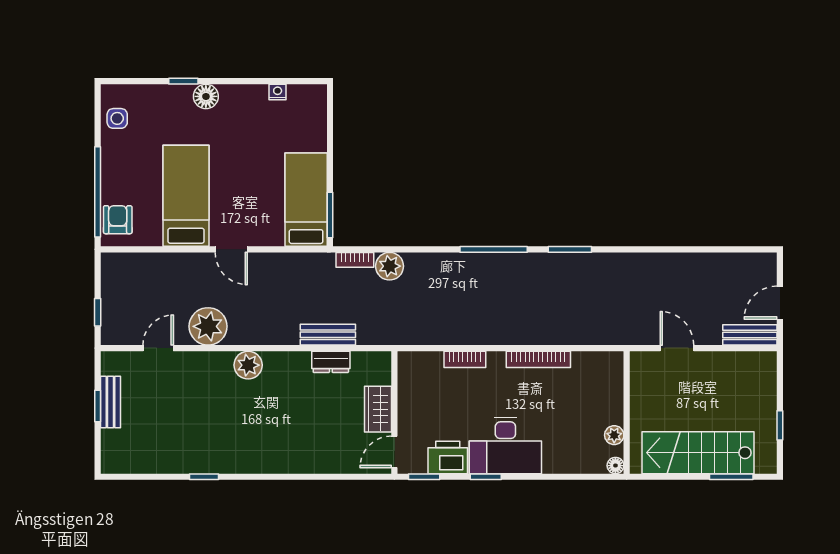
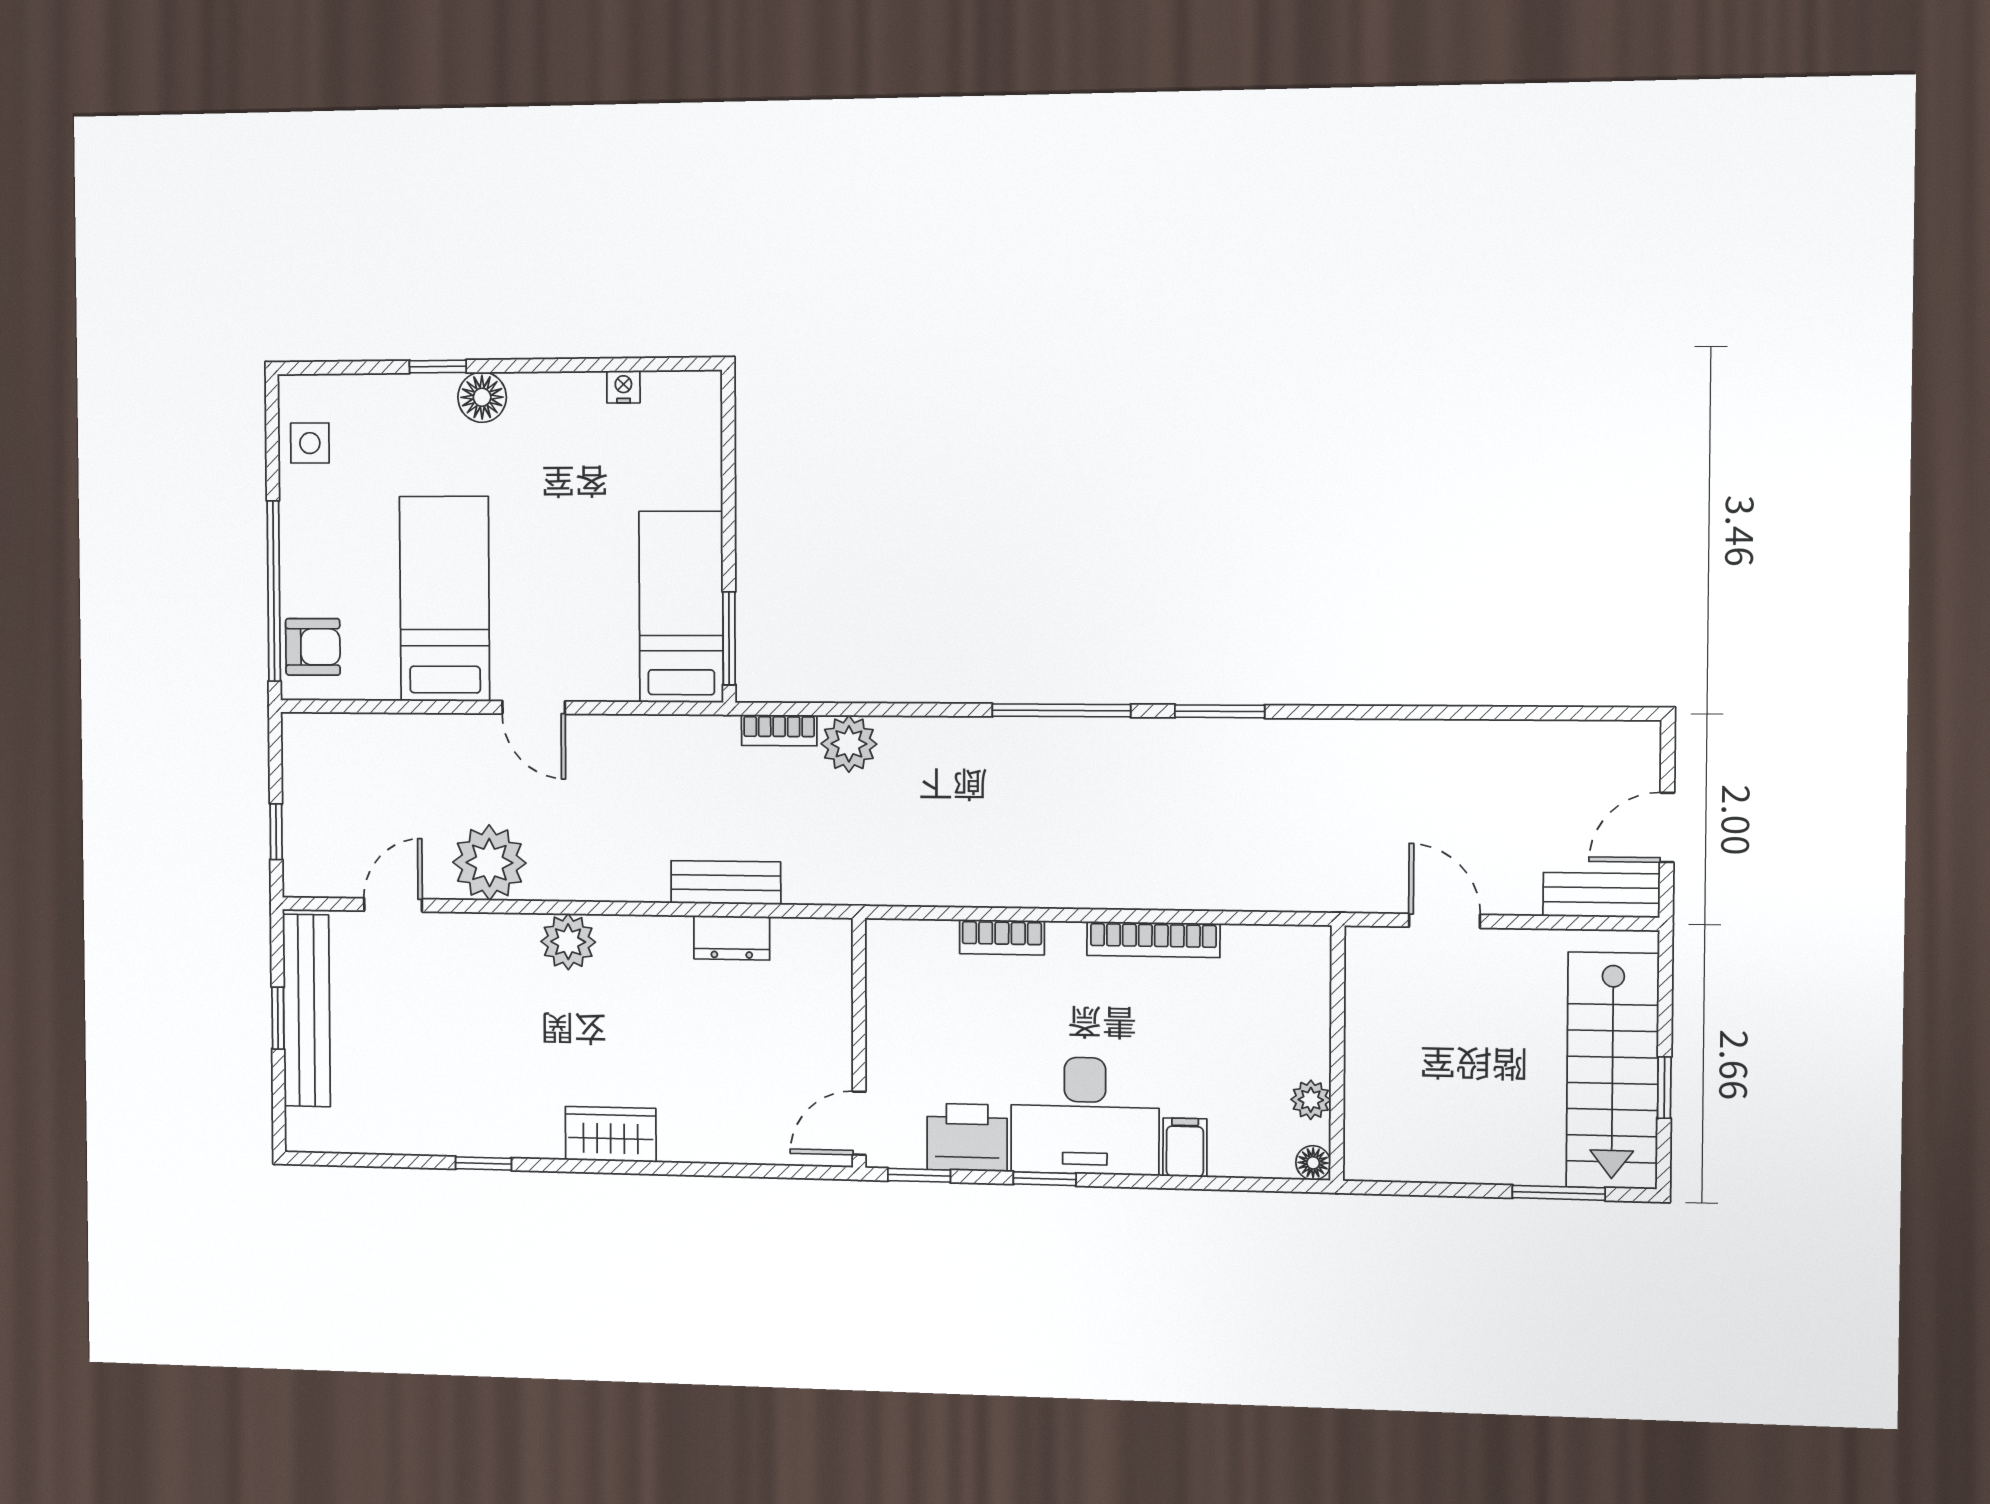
armchair: (118, 220) -> (313, 647), turned 90
bench: (111, 402) -> (306, 1011), width x1.86, depth x1.21
wardrobe: (378, 409) -> (611, 1134), moved, turned 90
stairs: (698, 453) -> (1613, 1071), moved, turned -90
filing cabinet: (554, 460) -> (1185, 1147), added

